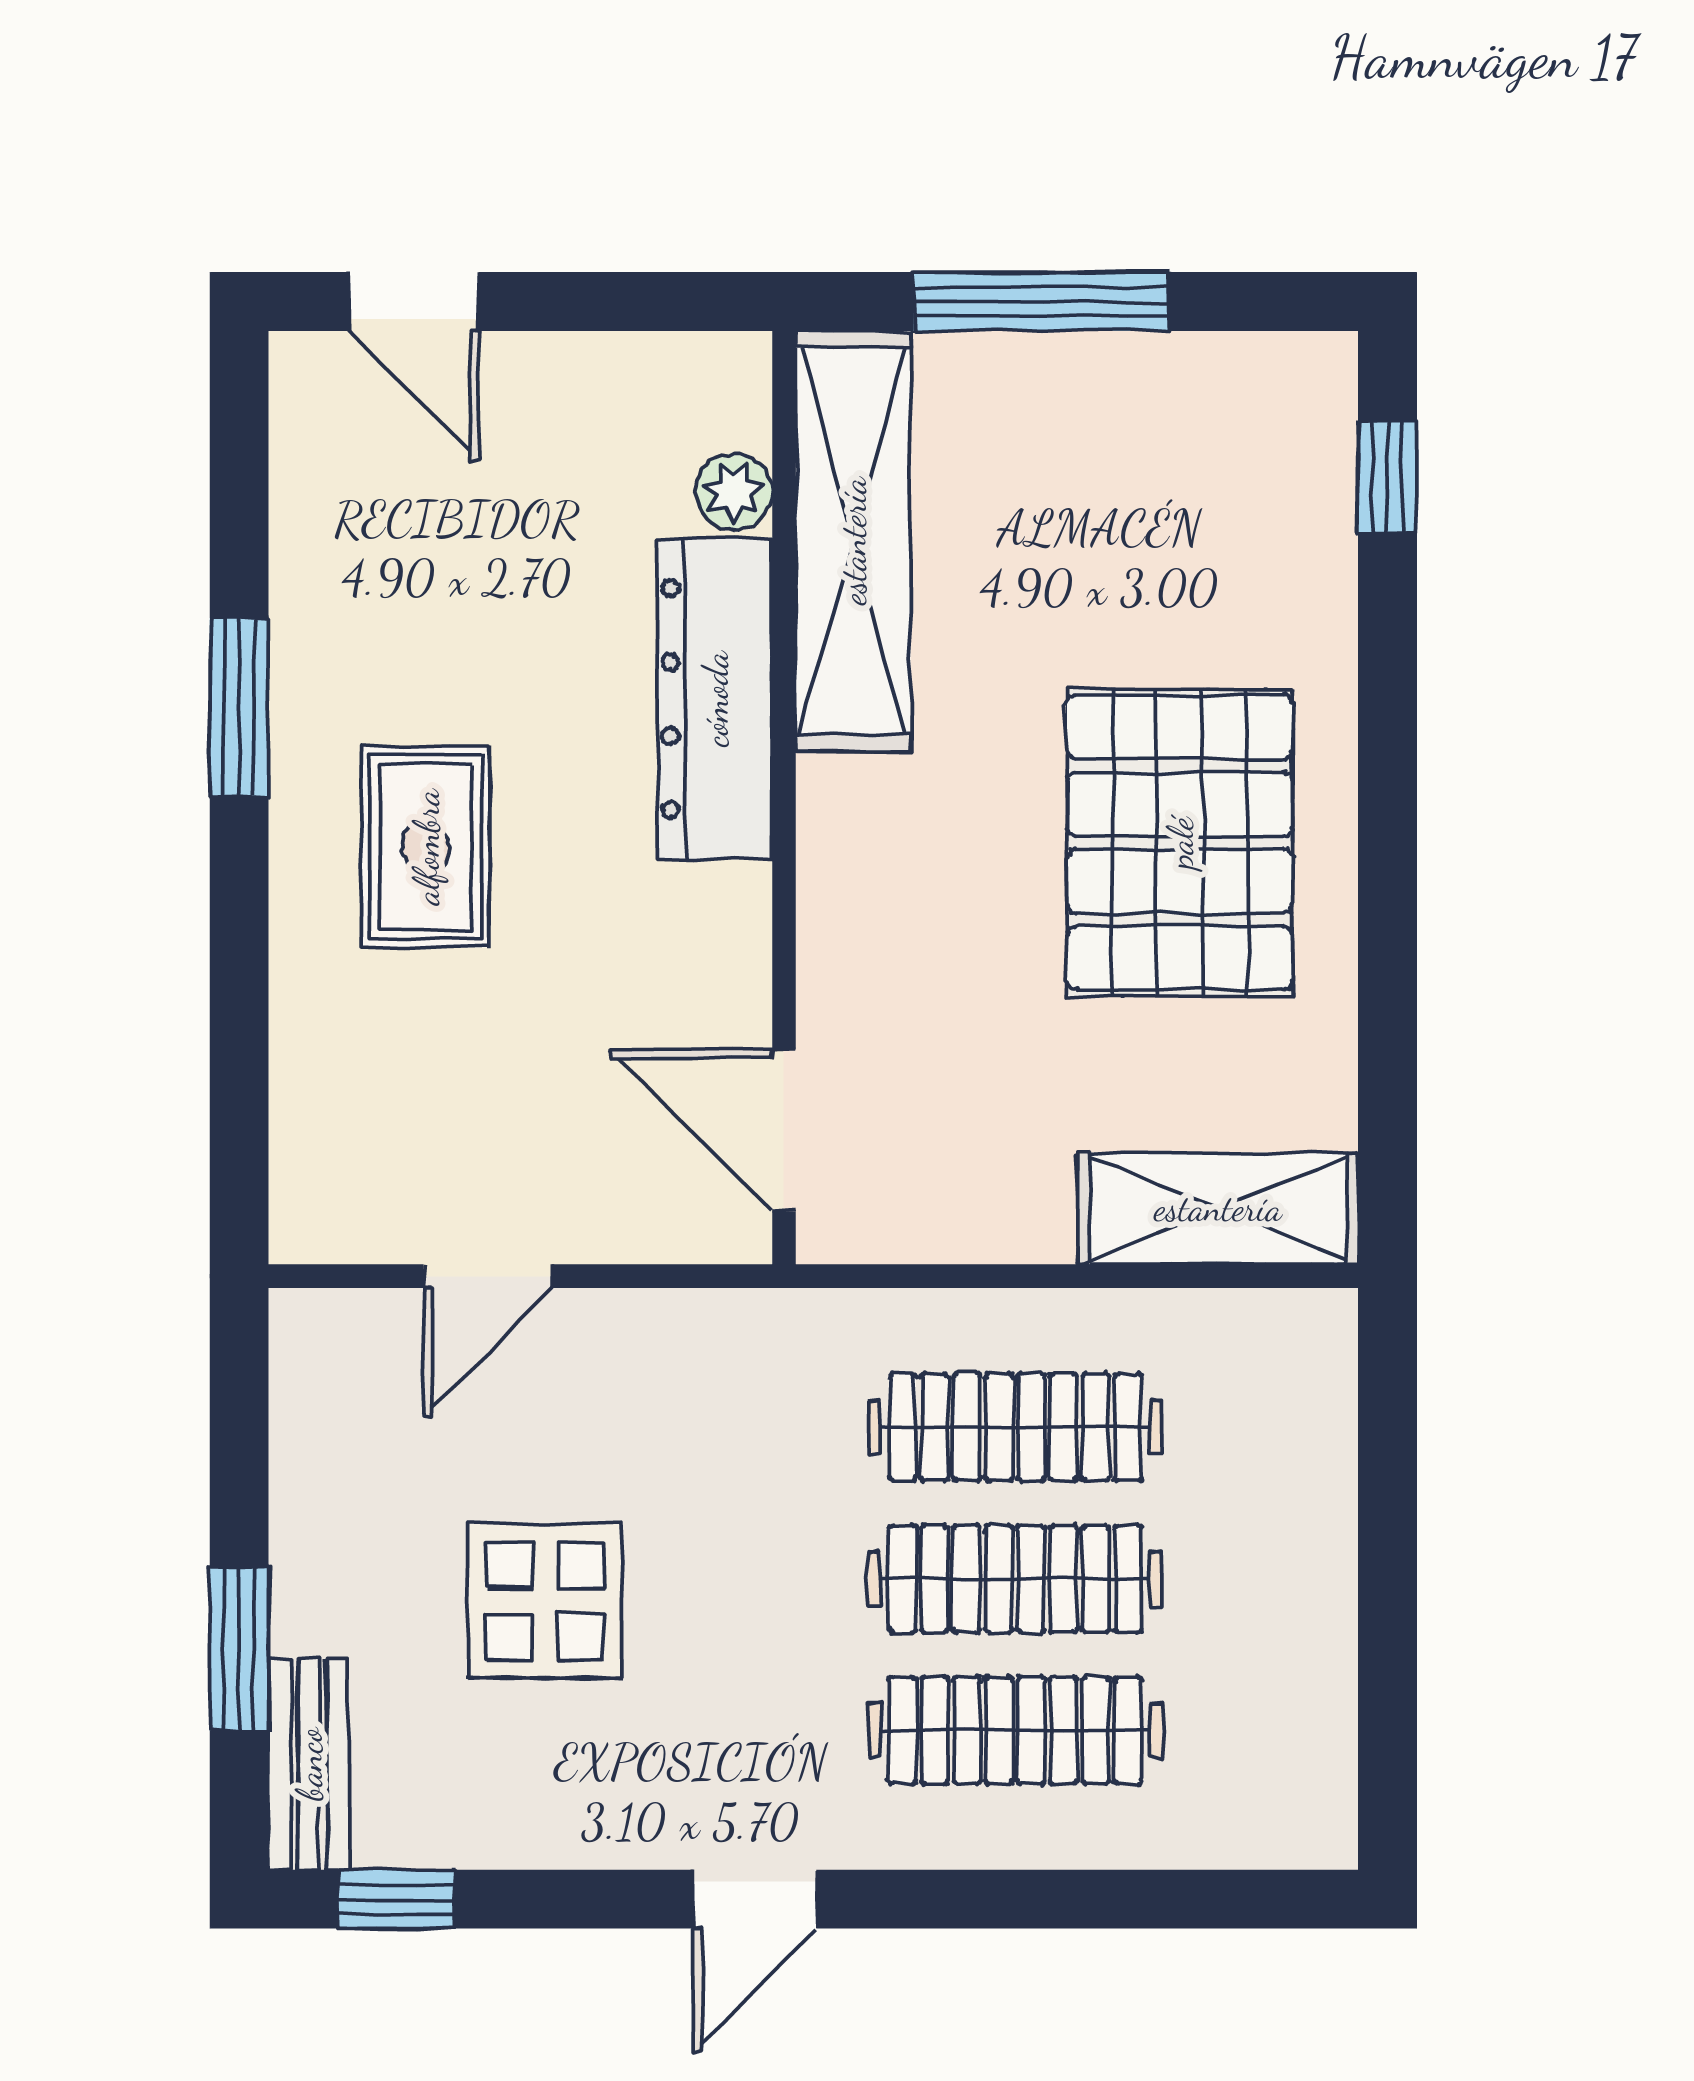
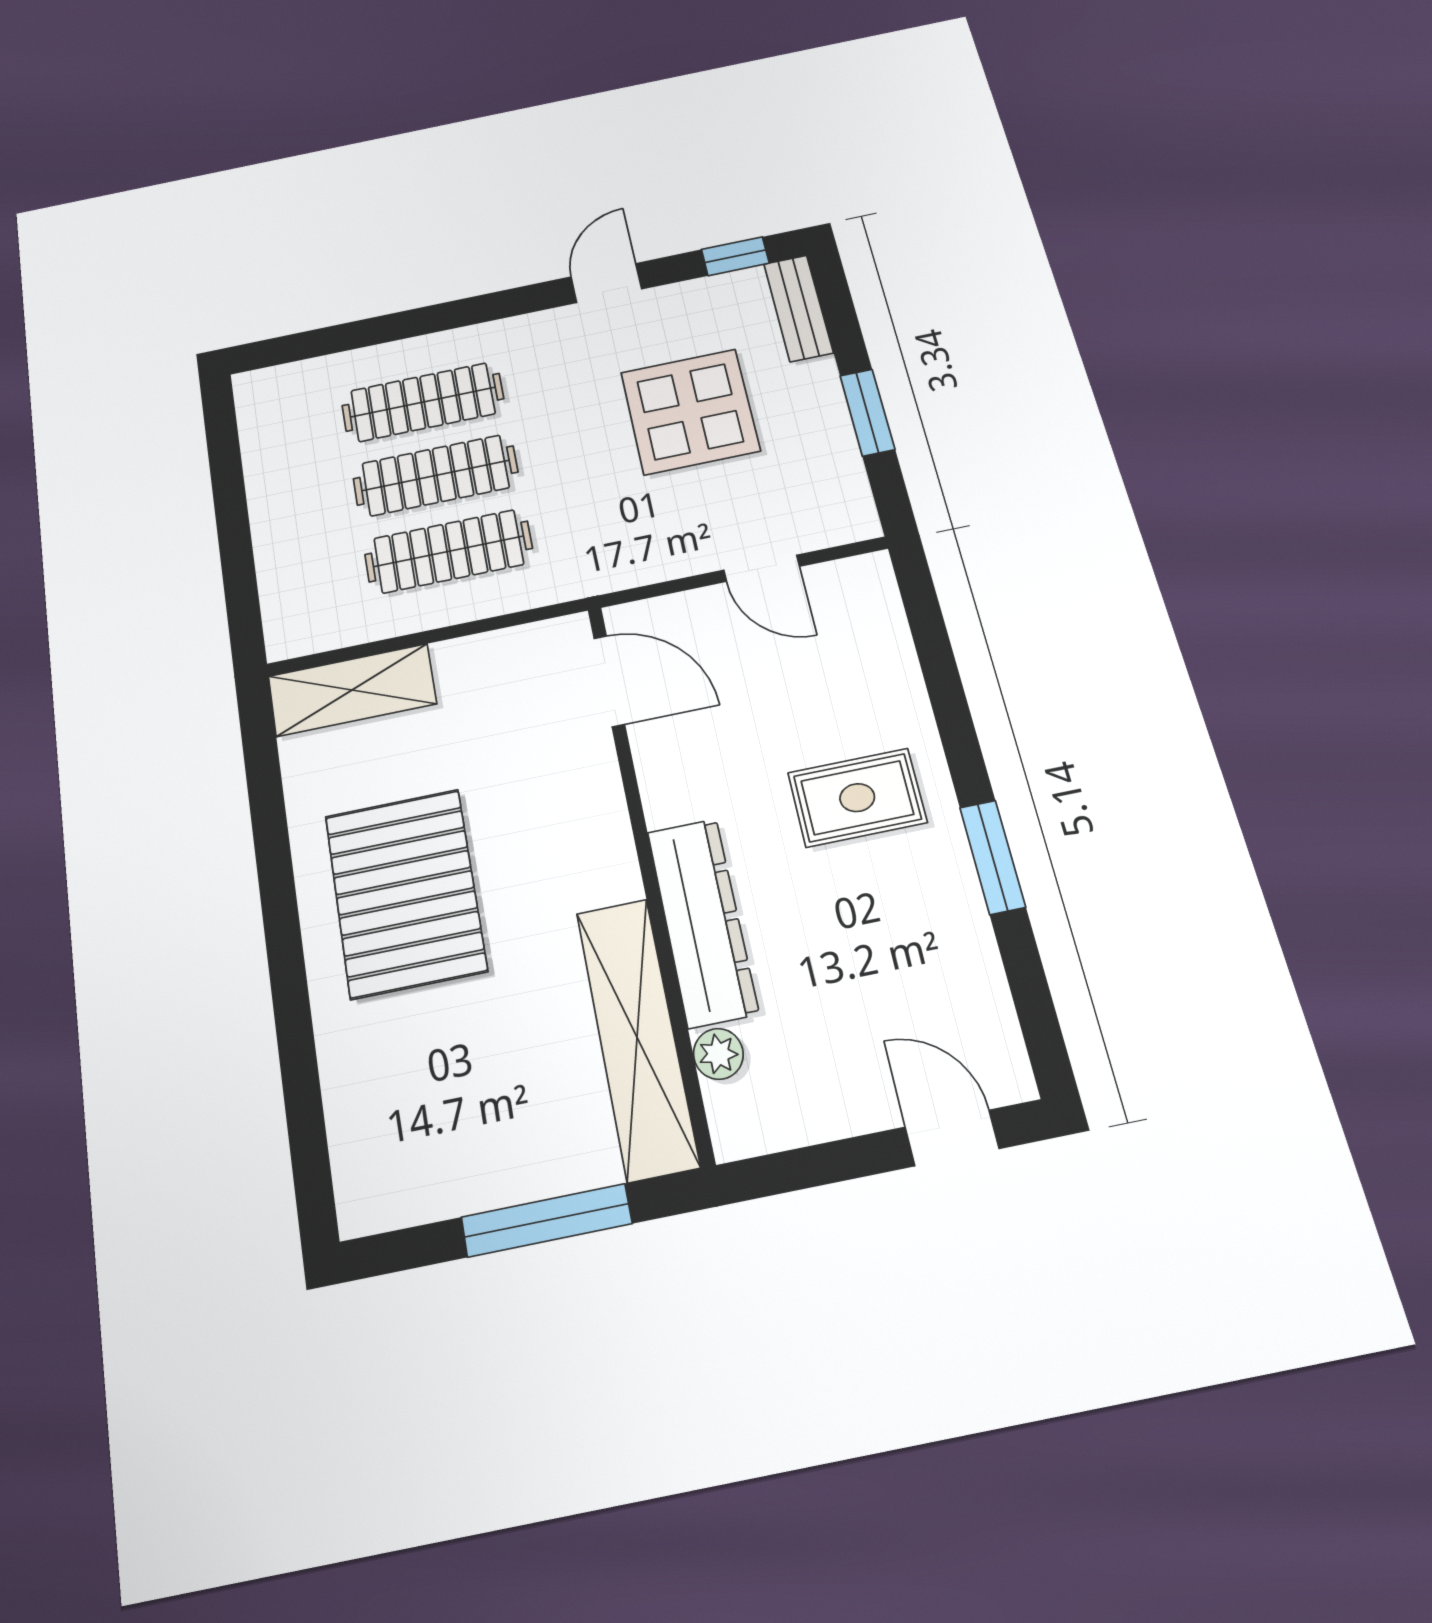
window: (1387, 477) -> (309, 1147), removed
rug: (426, 847) -> (857, 798), turned 90
door: (488, 1276) -> (762, 568), swing flipped
display table: (545, 1601) -> (690, 412), width x1.36, depth x1.36
window: (239, 1649) -> (867, 412), moved
door: (755, 1899) -> (606, 283), moved

